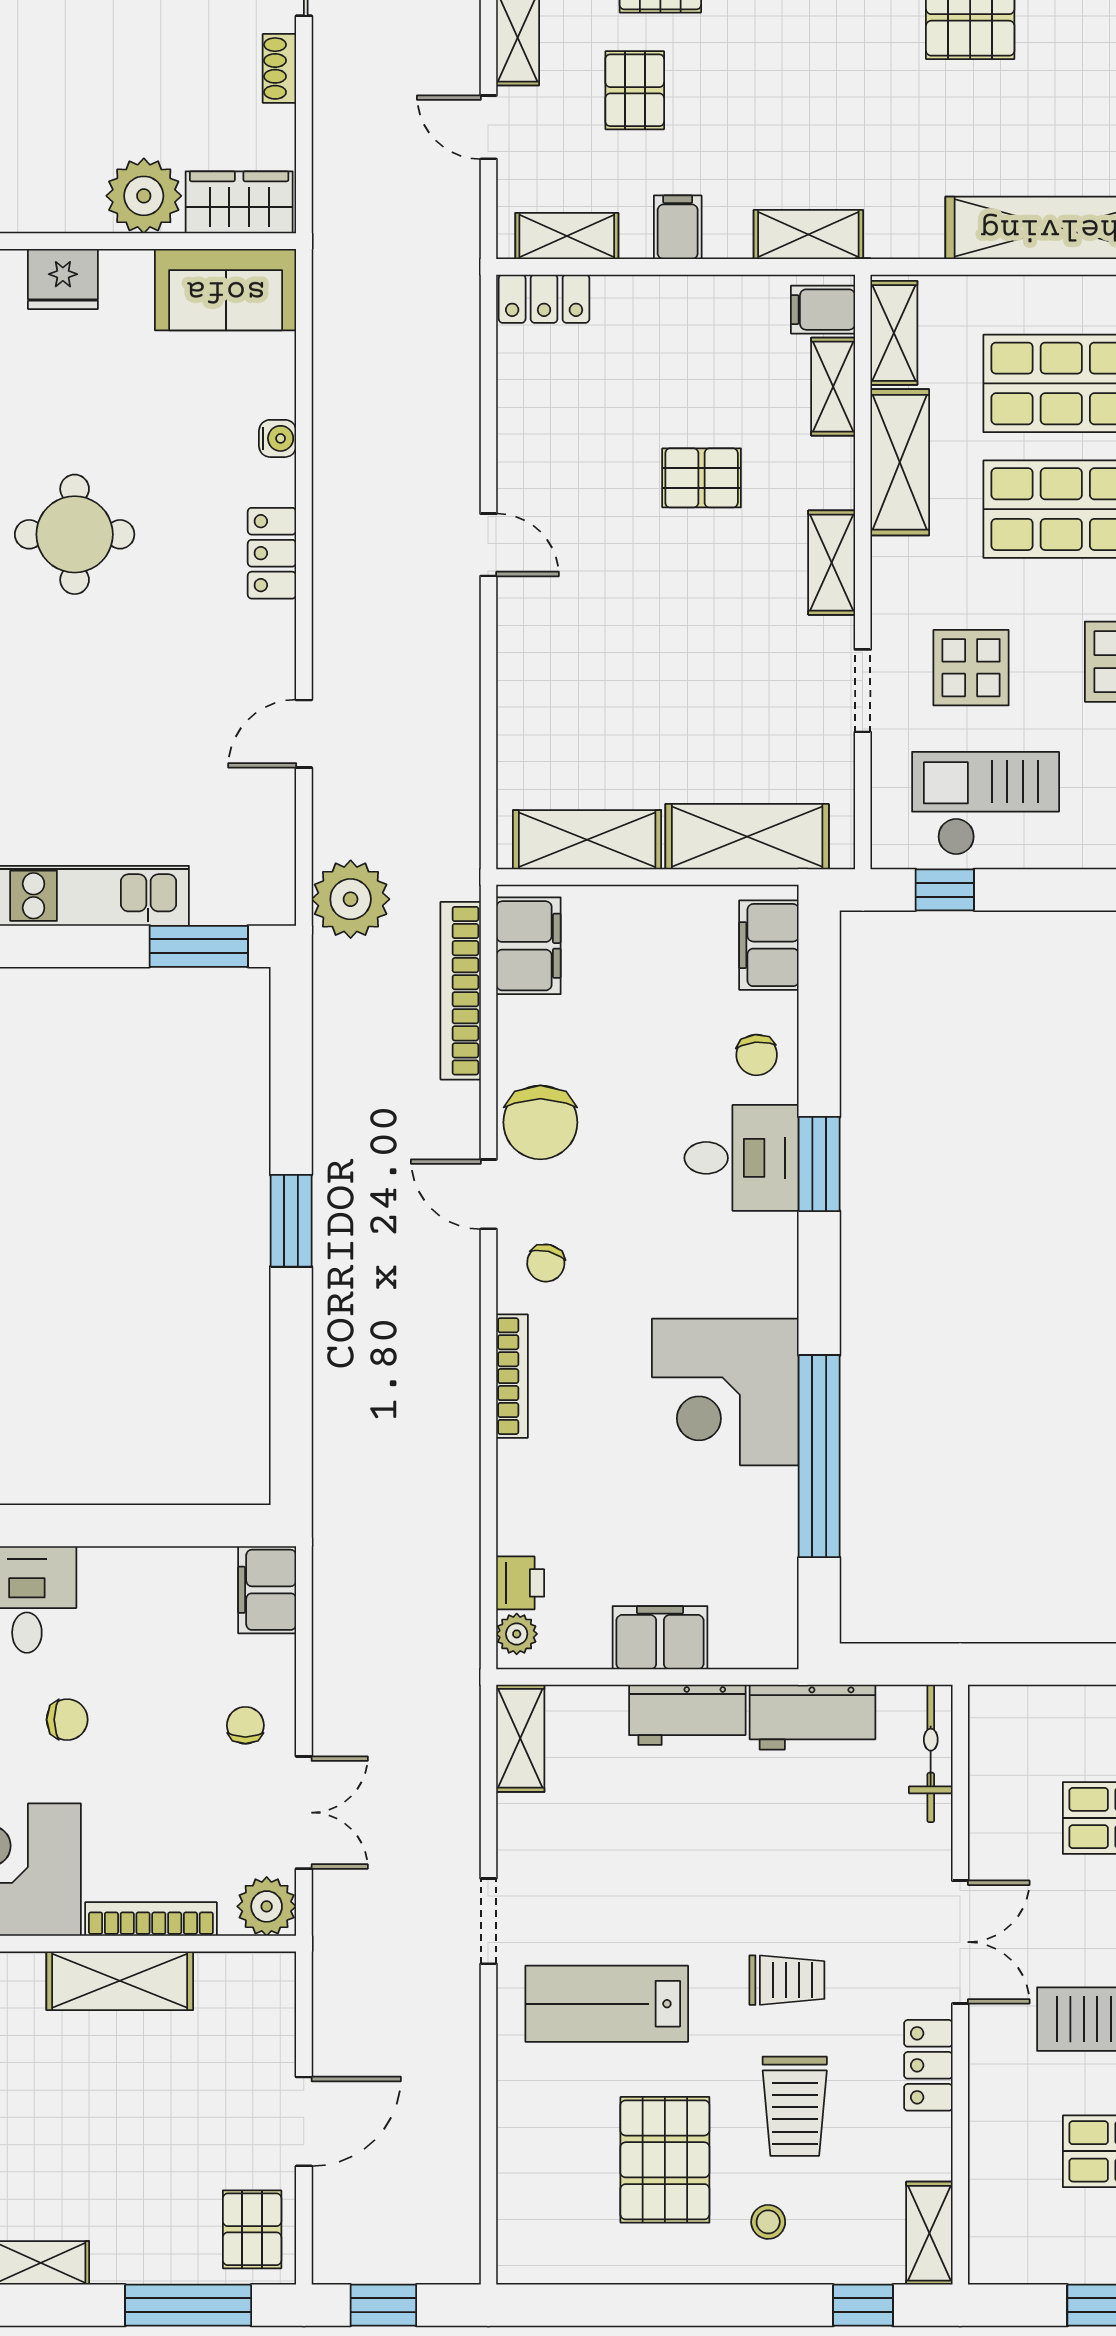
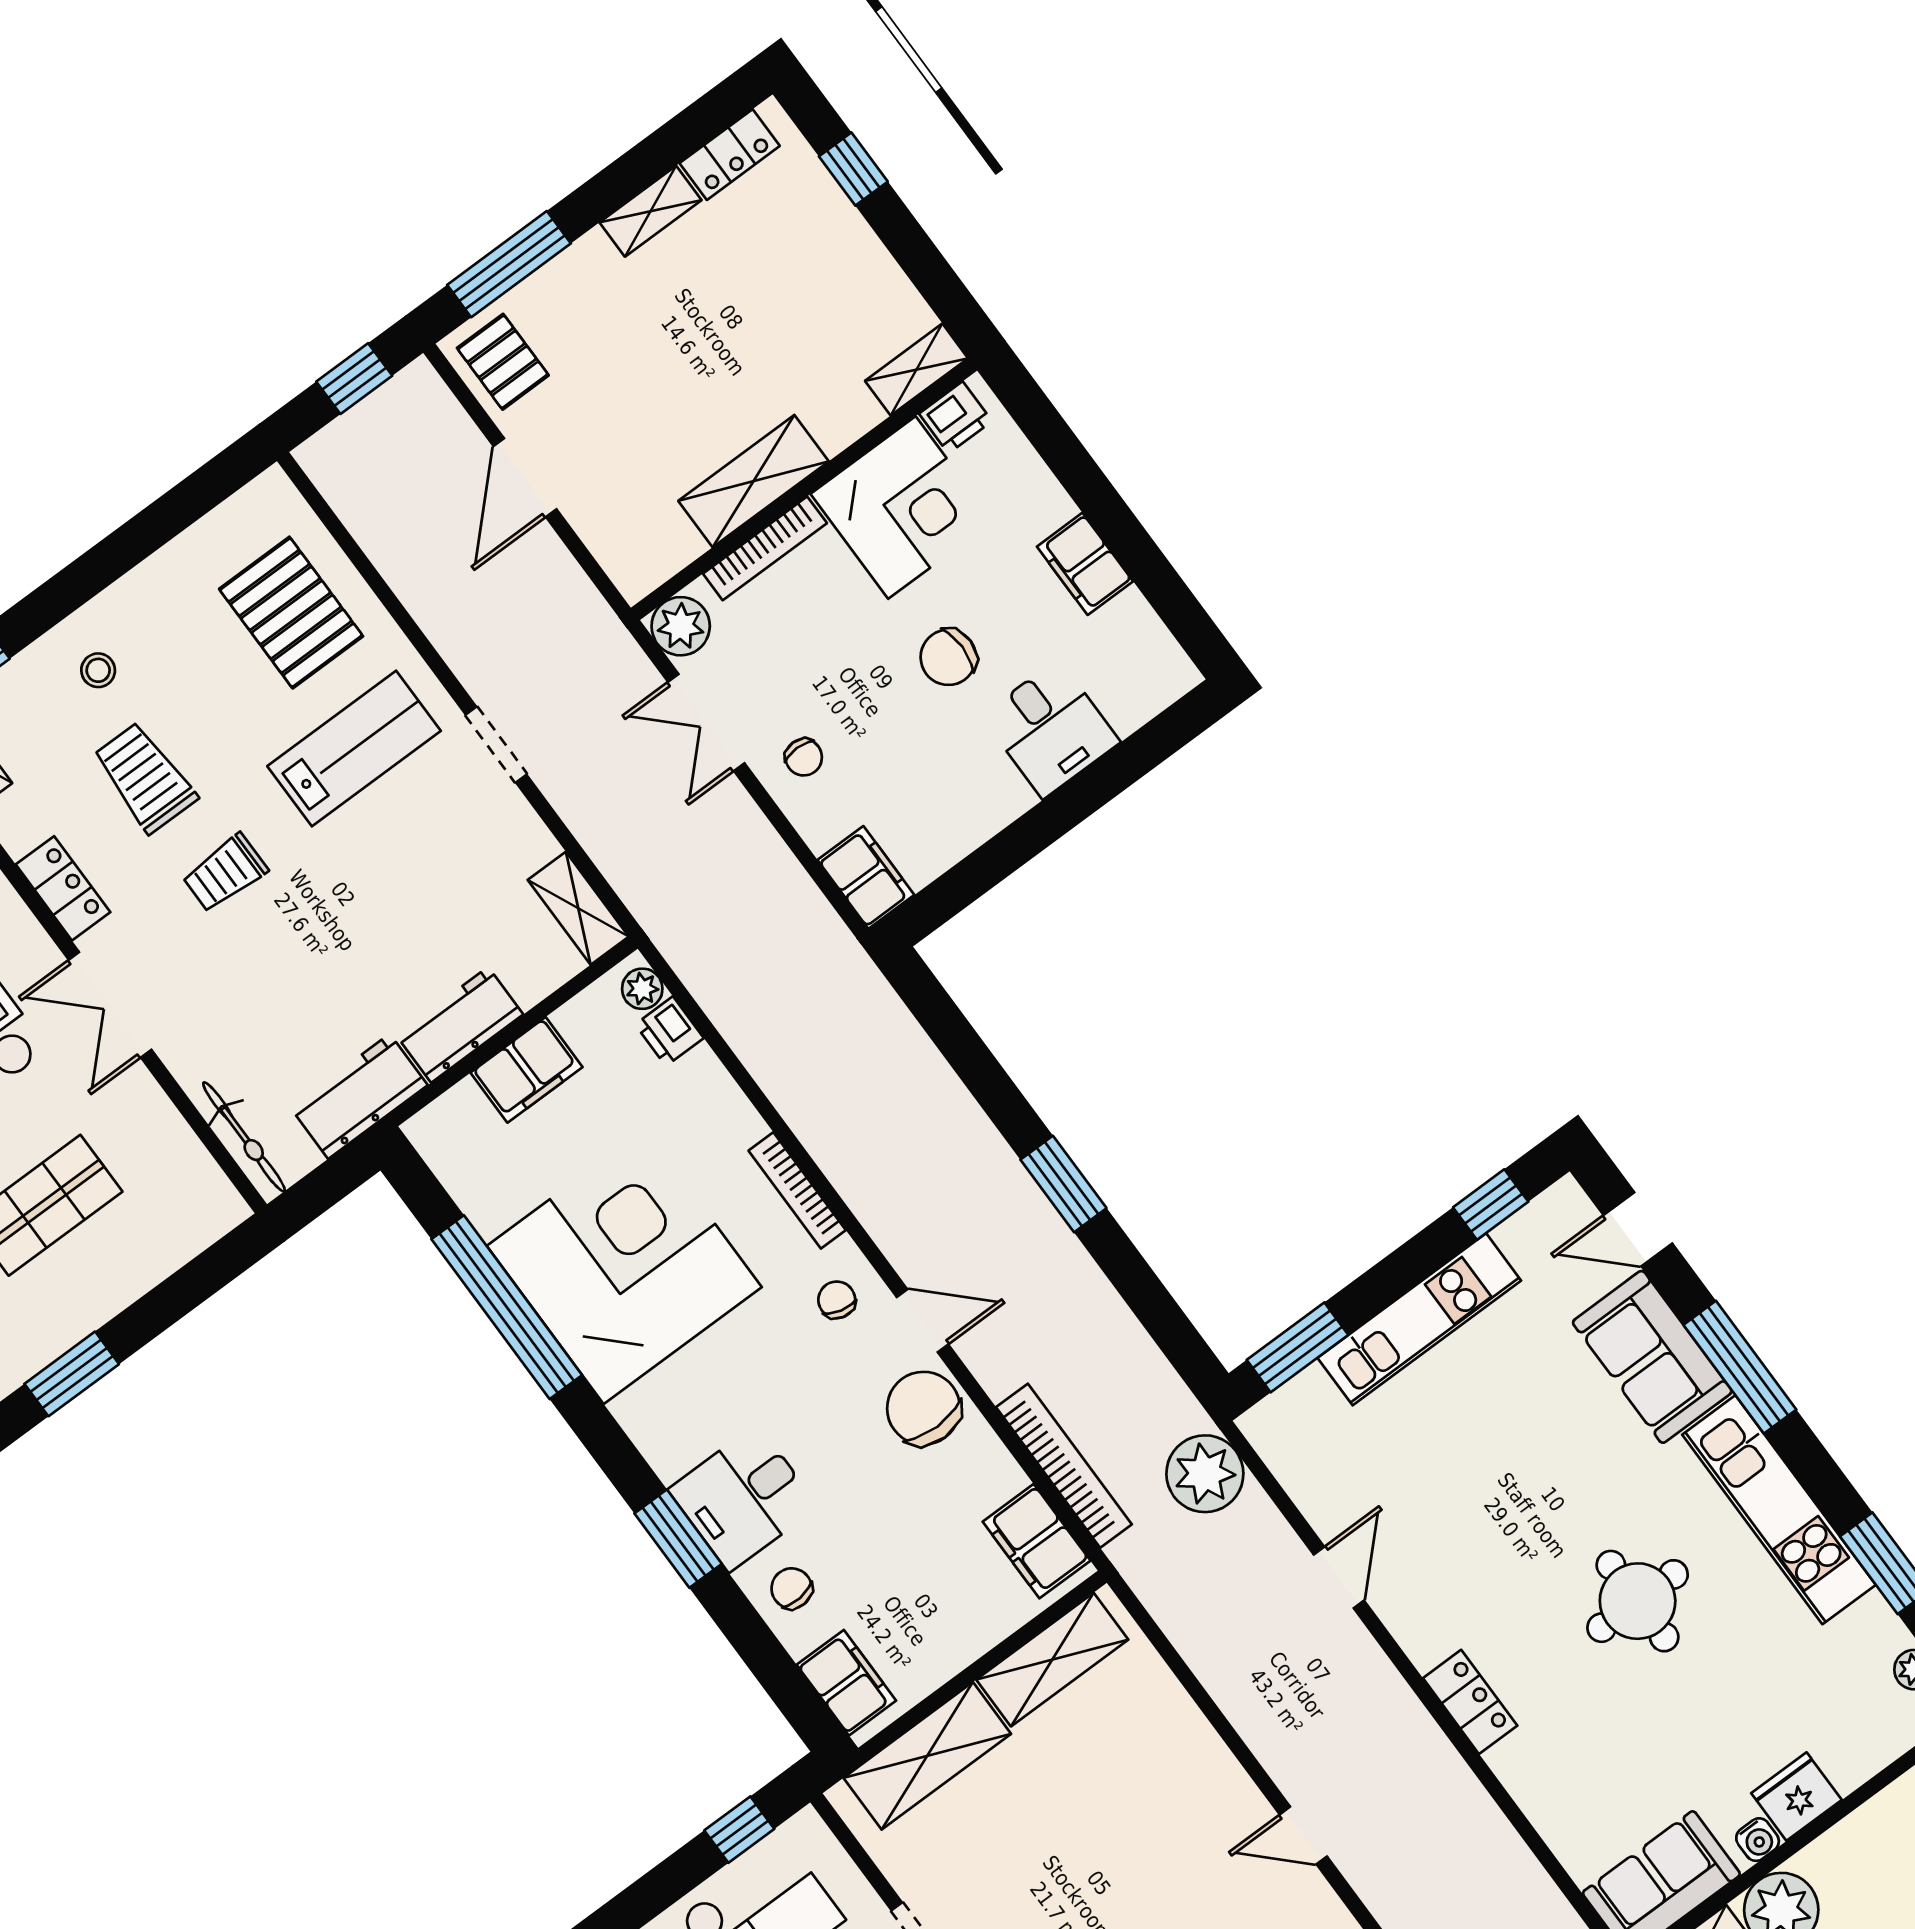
water cooler: (278, 438) -> (1758, 1840), moved, turned -90
corner desk: (725, 1392) -> (624, 1266), width x1.36, depth x1.36
chair: (67, 1720) -> (948, 657), width x1.37, depth x1.37
pallet: (665, 2160) -> (291, 613), moved

